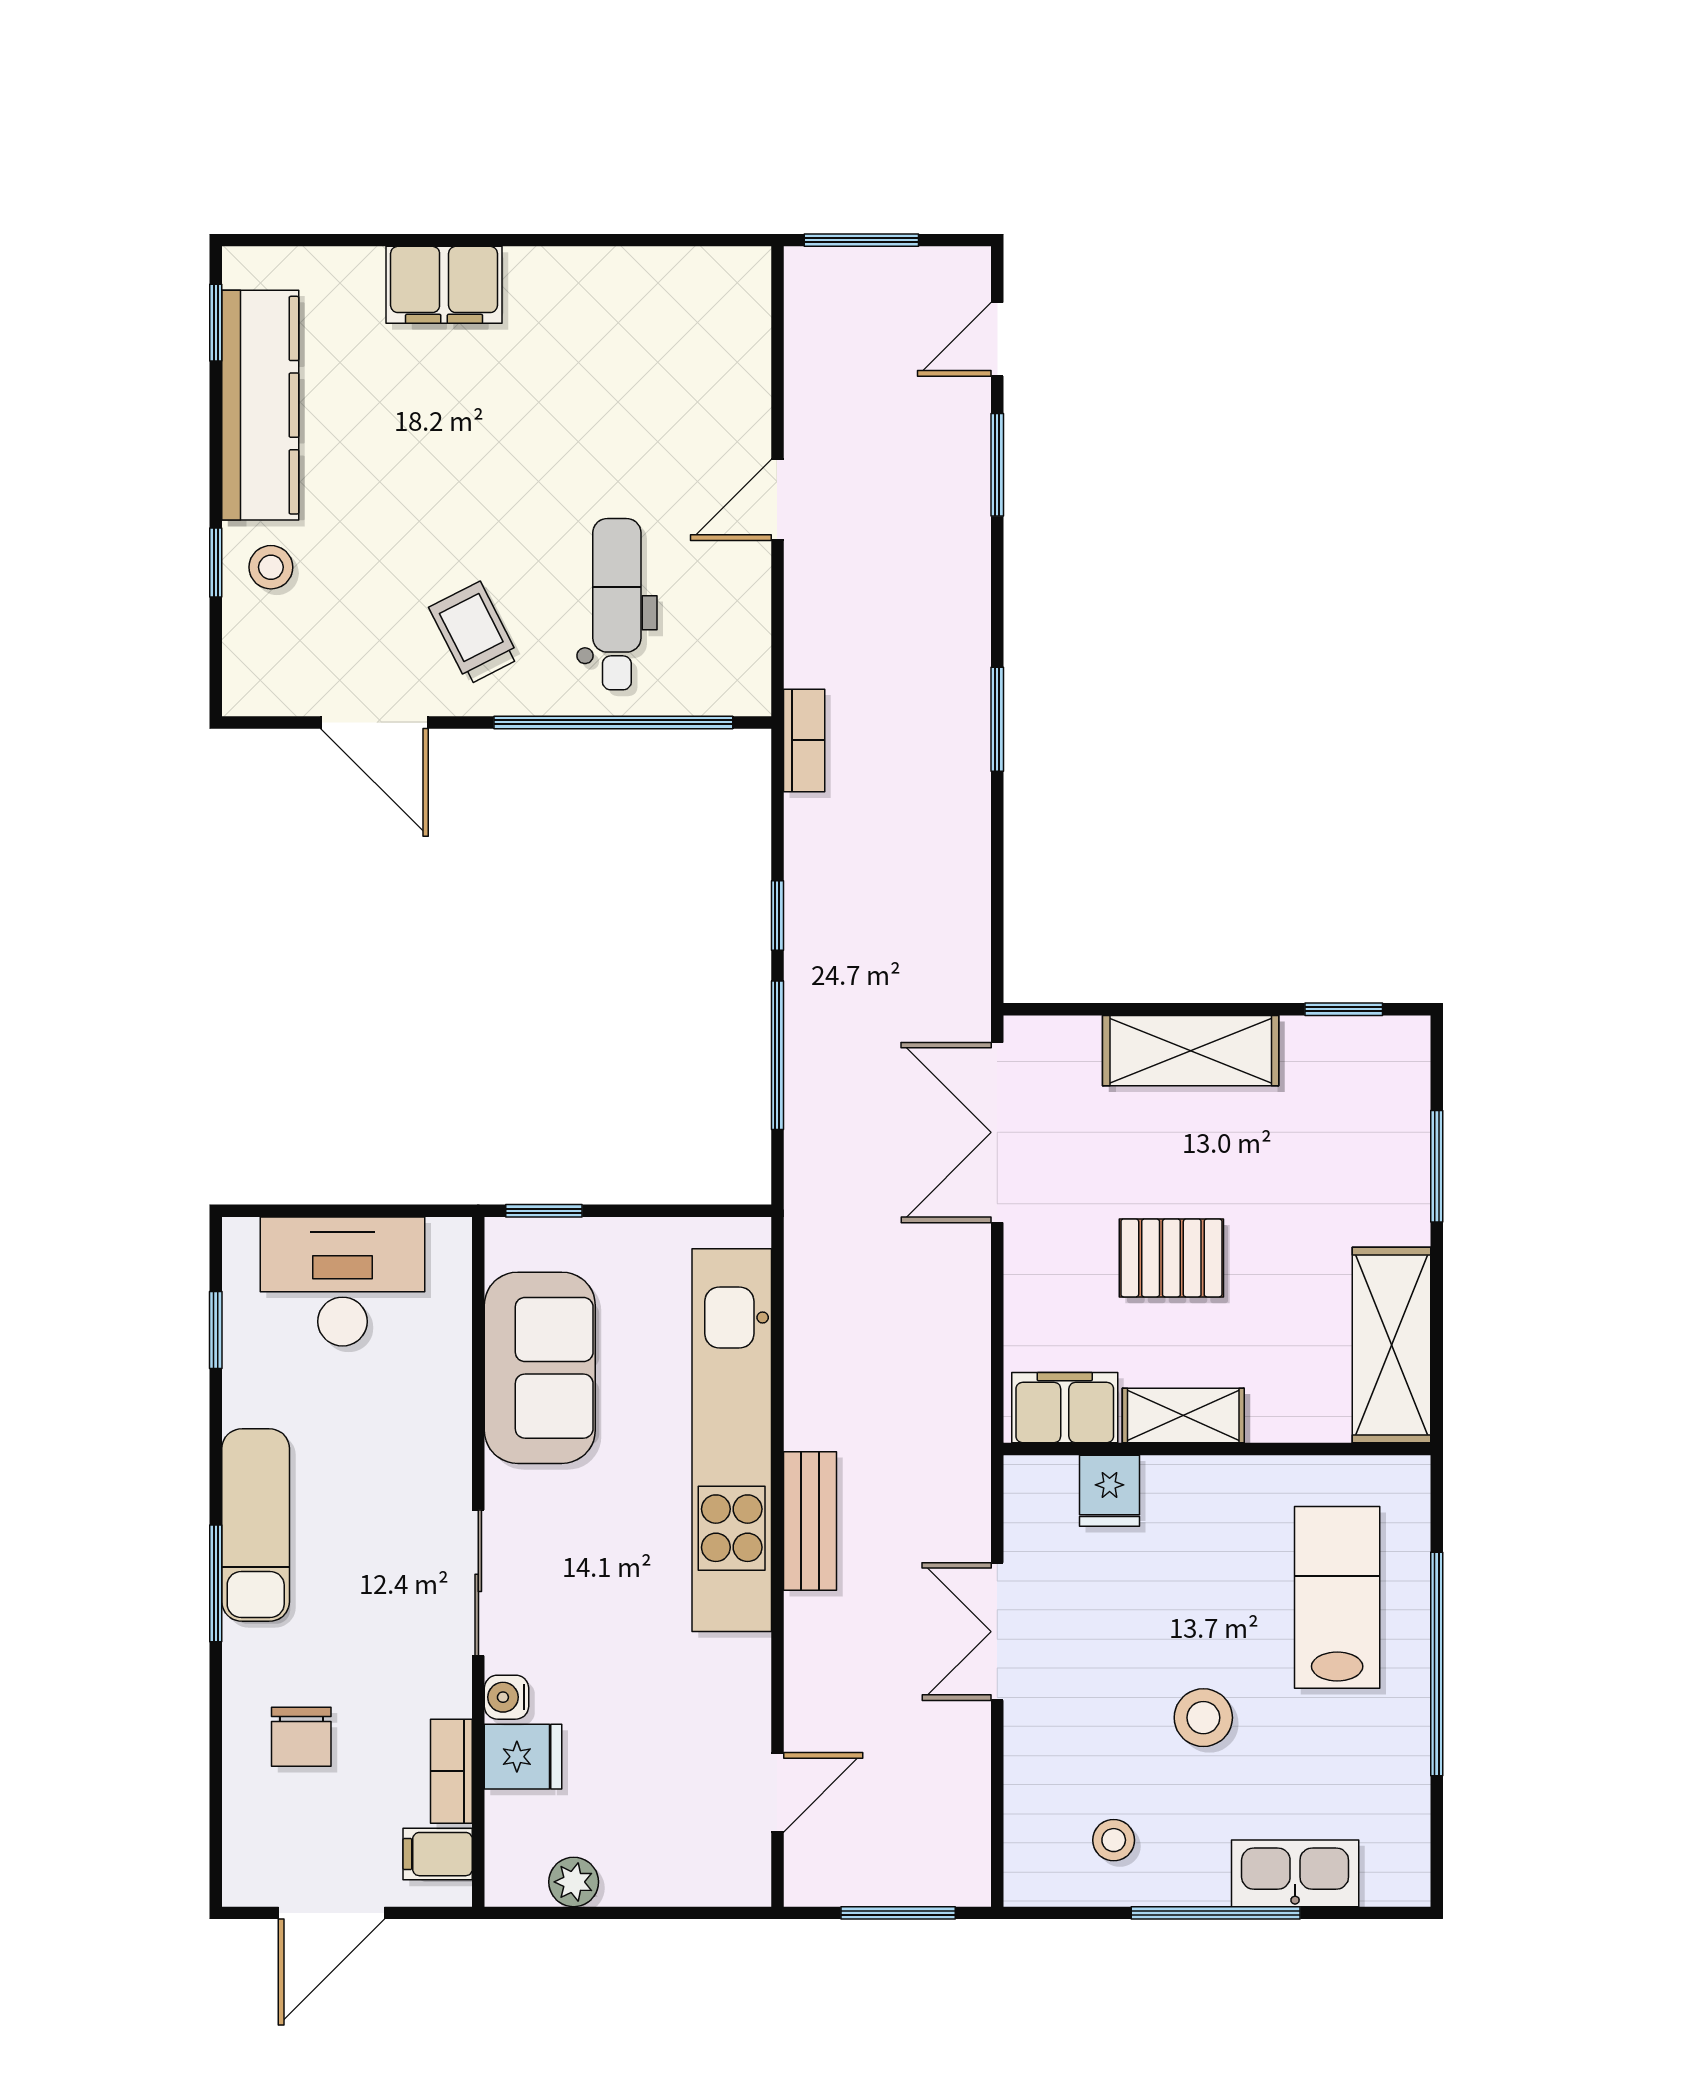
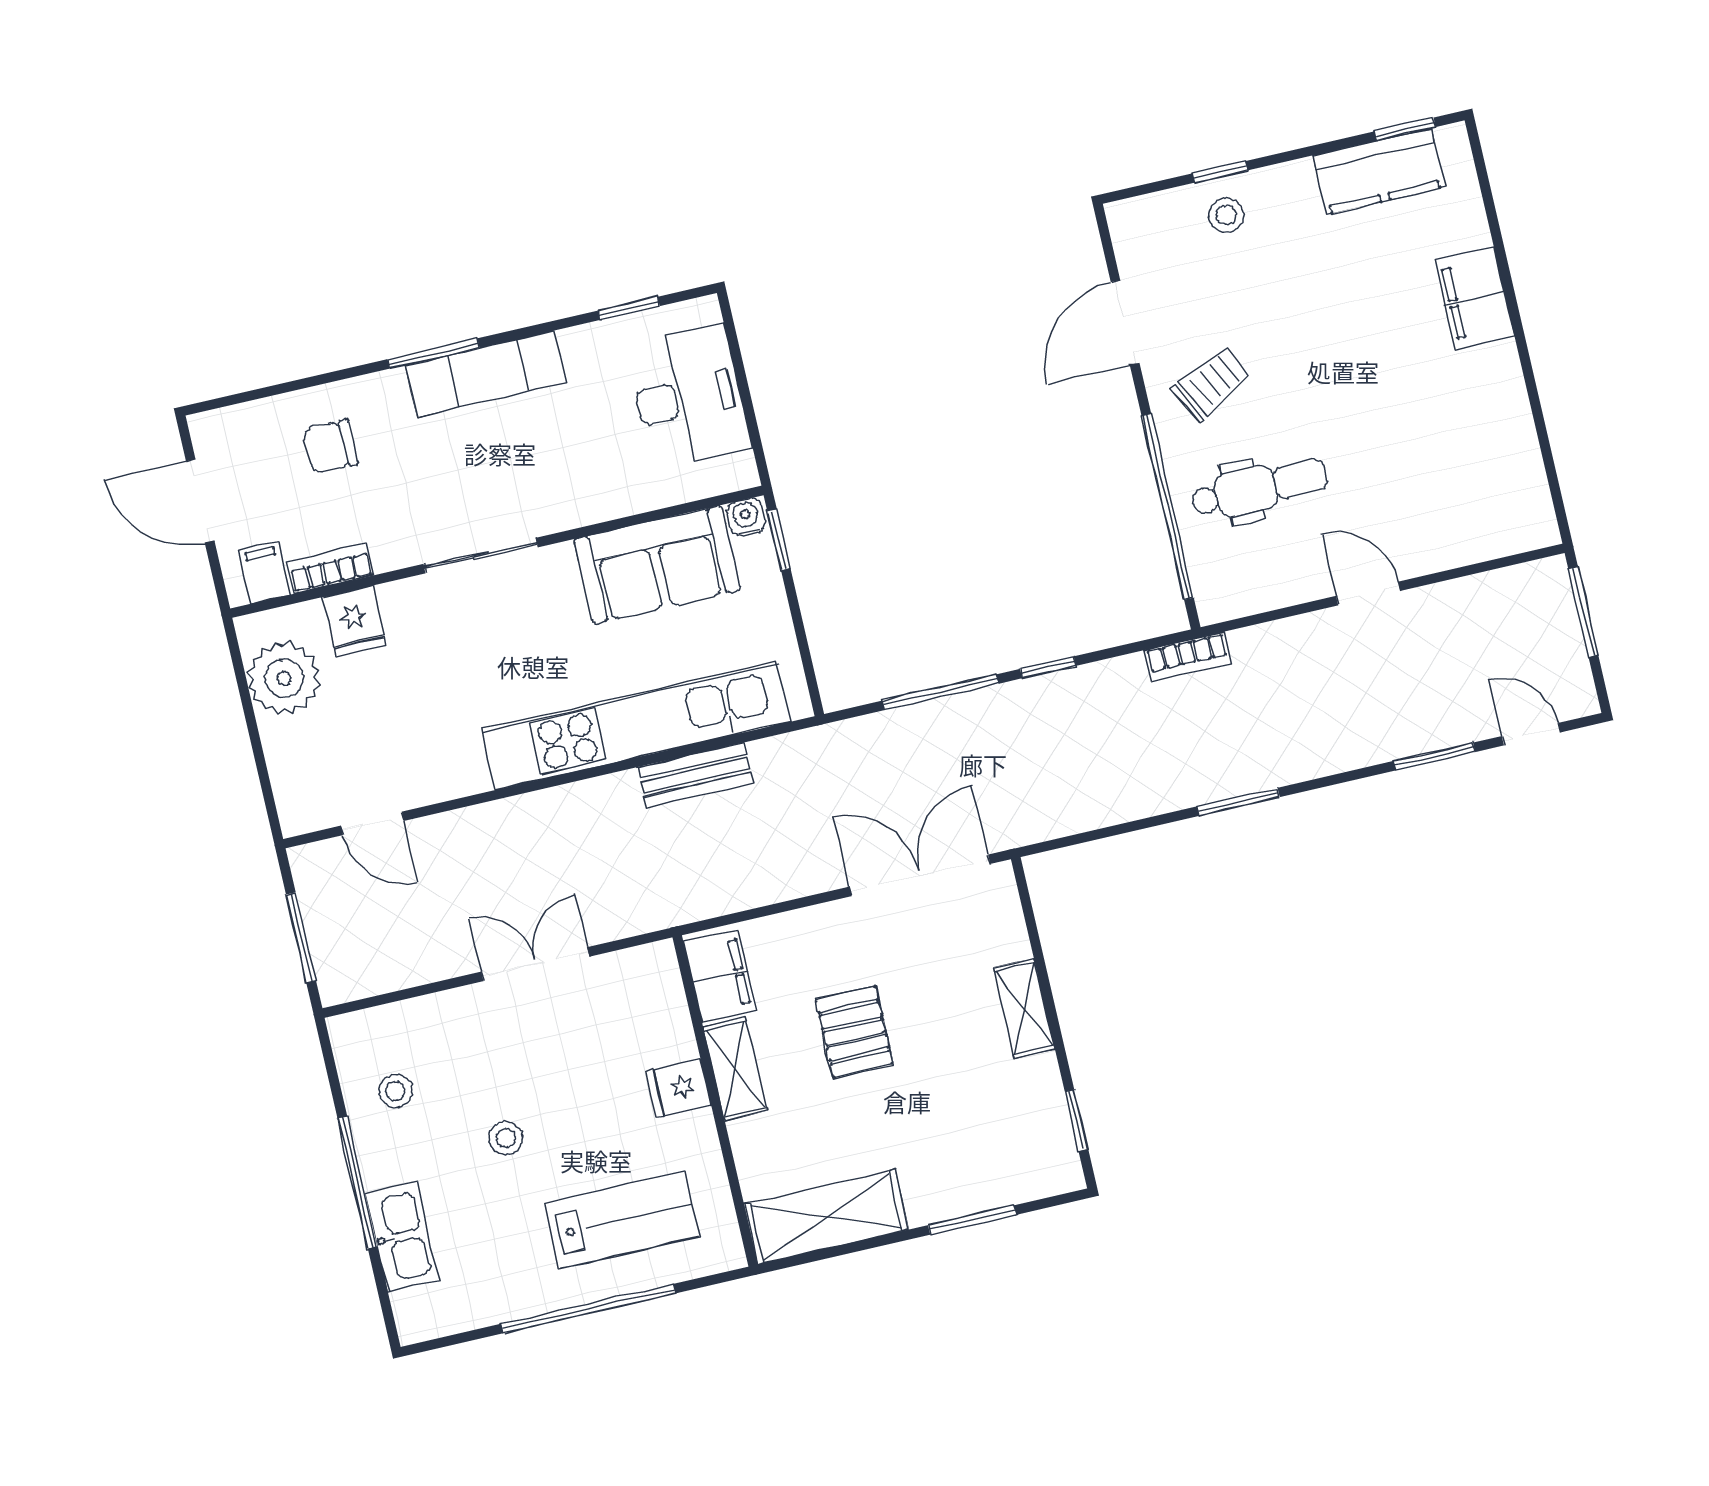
kitchen counter: (260, 405) -> (1379, 171), width x0.67
shelving: (1191, 1051) -> (1024, 1008), width x0.67, depth x0.75
fridge: (1110, 1491) -> (678, 1088), moved
bench: (810, 1521) -> (695, 775), moved
water cooler: (507, 1697) -> (746, 517), moved
stool: (1203, 1718) -> (506, 1138), width x0.73, depth x0.73
plant: (574, 1882) -> (284, 678), width x1.88, depth x1.88

